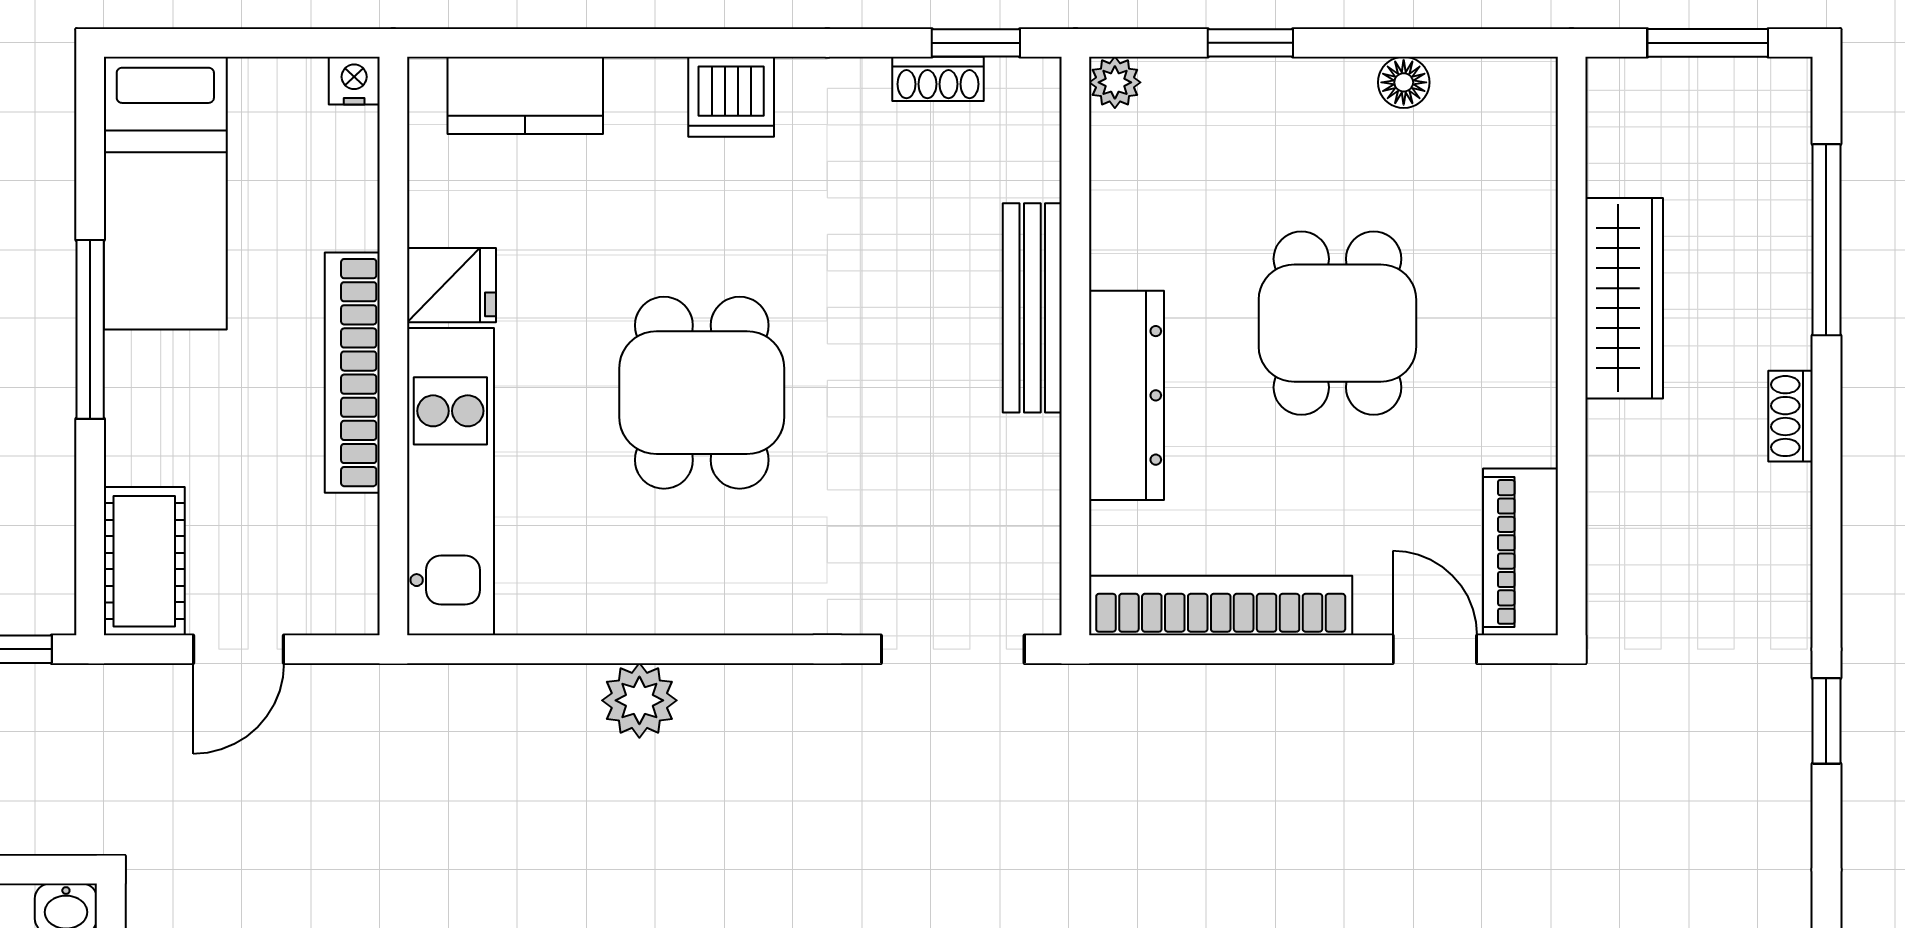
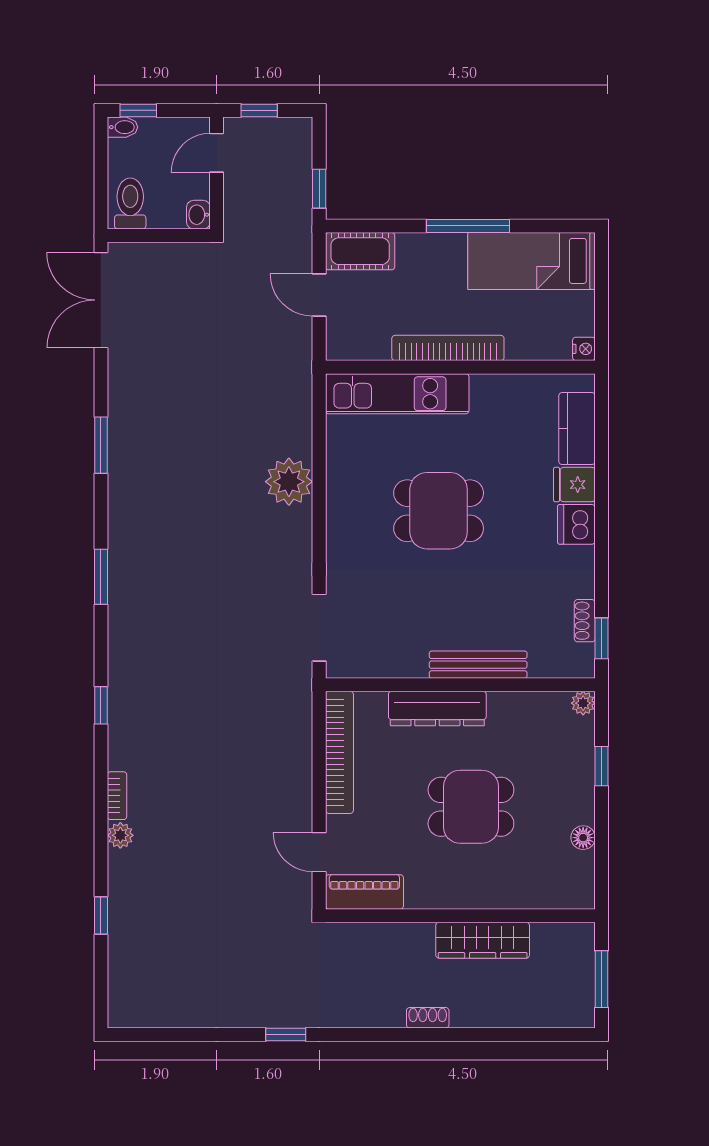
window: (1826, 240) -> (510, 1034), removed
fridge: (451, 285) -> (574, 485), moved, turned 90
door: (1435, 649) -> (319, 852), swing flipped
plant: (639, 700) -> (289, 482), width x1.36, depth x1.36

